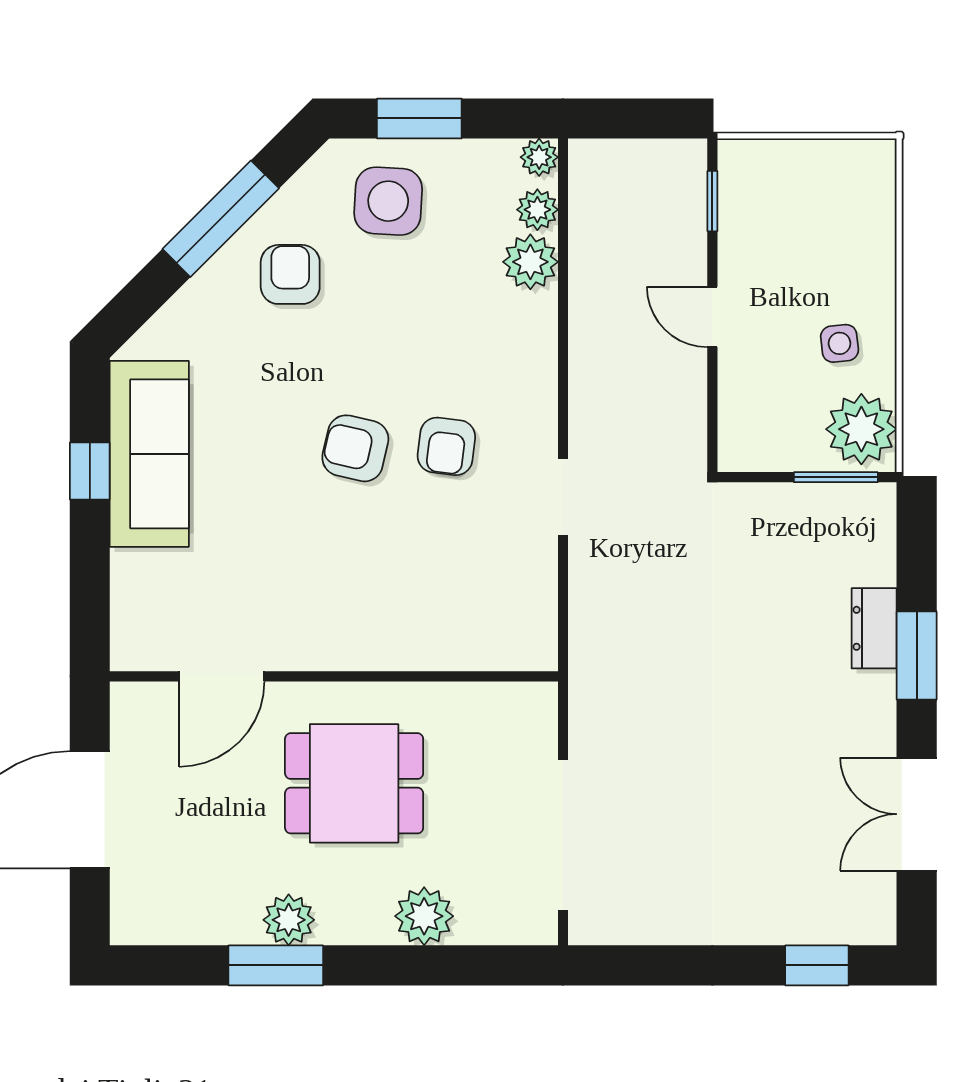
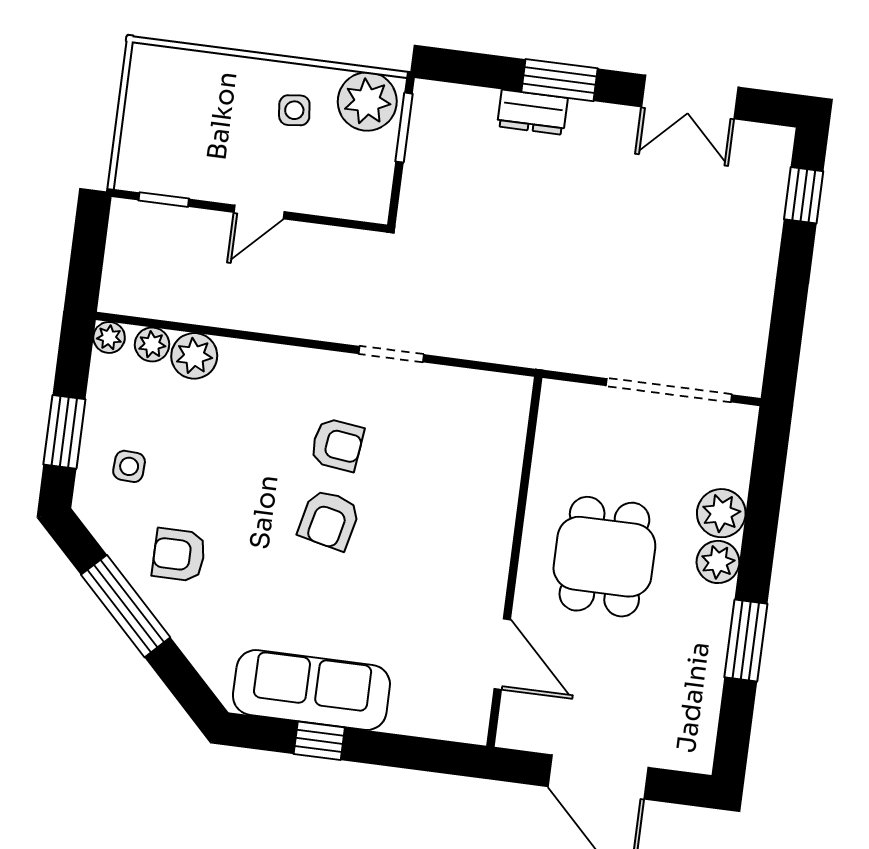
side table: (388, 201) -> (129, 466), width x0.54, depth x0.54
plant: (289, 920) -> (718, 562), moved

